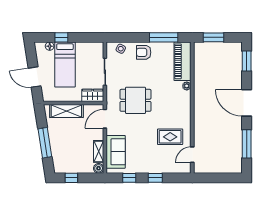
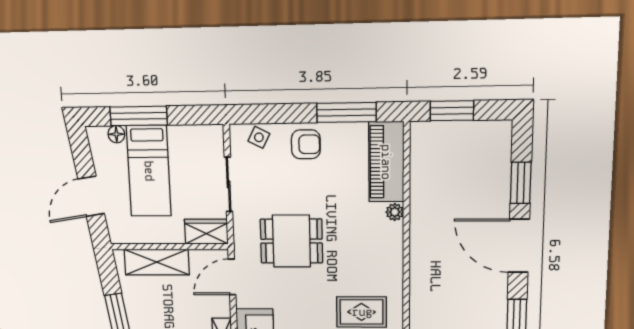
window: (61, 37) -> (139, 116), width x2.17
armchair: (144, 52) -> (306, 144), turned 180
window: (247, 61) -> (521, 183), moved
door: (35, 77) -> (91, 196), hinge flipped

